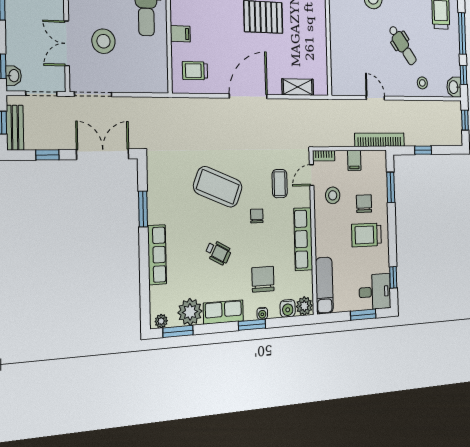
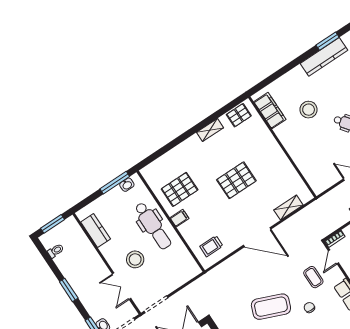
filing cabinet: (180, 34) -> (179, 218), moved
stool: (103, 41) -> (135, 259), moved
door: (248, 96) -> (257, 237), swing flipped

